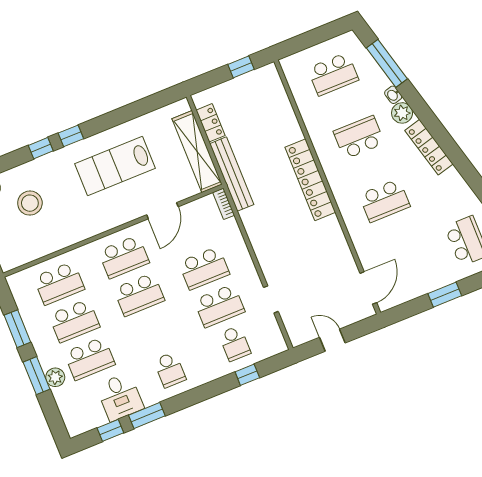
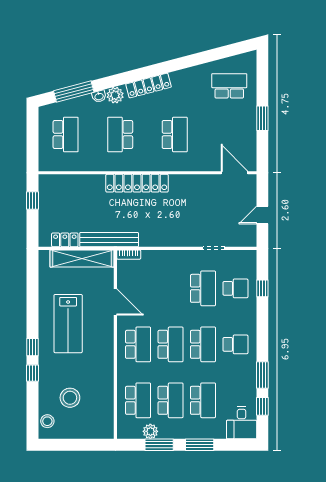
school desk: (204, 268) -> (203, 344), moved
plant: (55, 377) -> (150, 431), moved
desk: (120, 397) -> (242, 423), moved, turned 90

